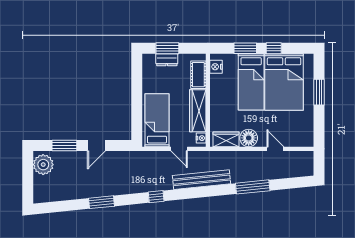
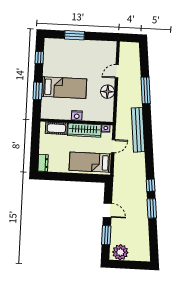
window: (167, 48) -> (35, 151), removed
window: (274, 48) -> (39, 58), moved
dresser: (167, 60) -> (43, 163), moved
nightstand: (216, 67) -> (77, 115), moved
bed: (284, 82) -> (65, 62), removed
wardrobe: (226, 139) -> (108, 109), removed
window: (156, 197) -> (151, 185), moved

